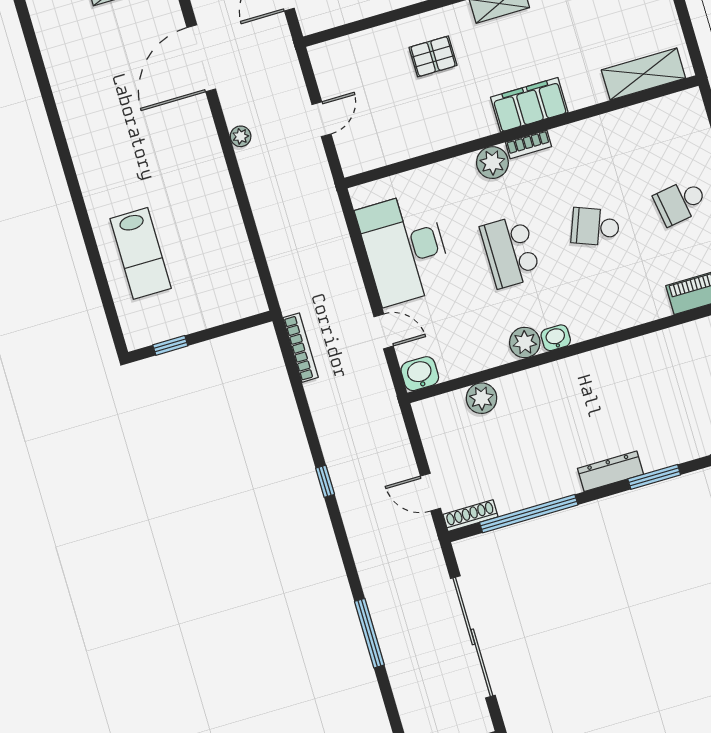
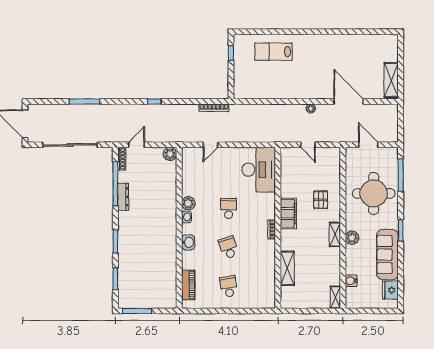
shelving: (643, 74) -> (287, 268), moved
filing cabinet: (529, 105) -> (288, 214), moved
plant: (492, 163) -> (268, 212), removed
school desk: (595, 227) -> (229, 247), turned -39
desk: (405, 249) -> (259, 170), moved, turned 90
school desk: (510, 252) -> (229, 208), width x0.54
washbasin: (420, 374) -> (188, 242), moved
plant: (481, 398) -> (170, 154), moved
dresser: (610, 471) -> (123, 197), moved

